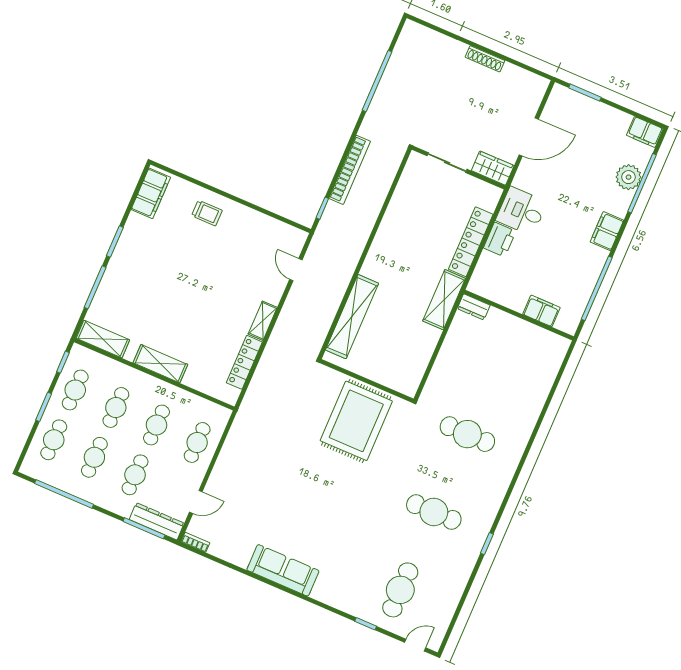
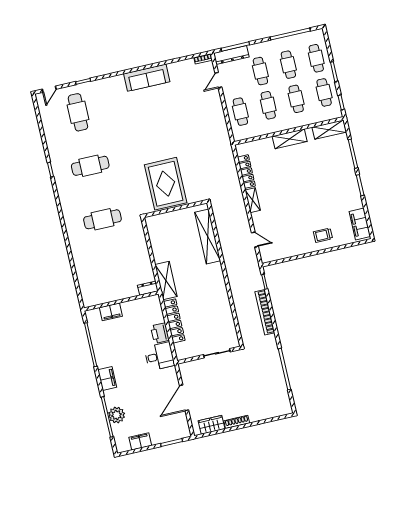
filing cabinet: (645, 132) -> (140, 441), moved
wardrobe: (493, 168) -> (211, 425), moved, turned 180

